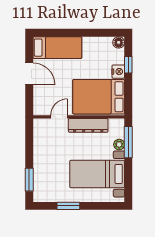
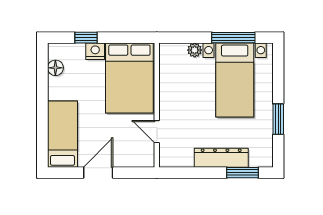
floor lamp: (119, 42) -> (55, 68), moved
dresser: (88, 125) -> (221, 158), moved, turned -90
window: (128, 142) -> (233, 38), moved

